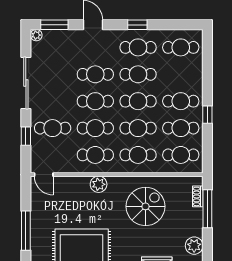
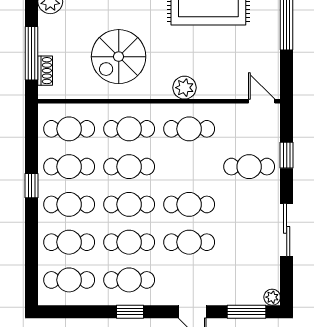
sliding door: (26, 83) -> (287, 230), width x0.73
cafe table: (95, 128) -> (69, 242), moved

